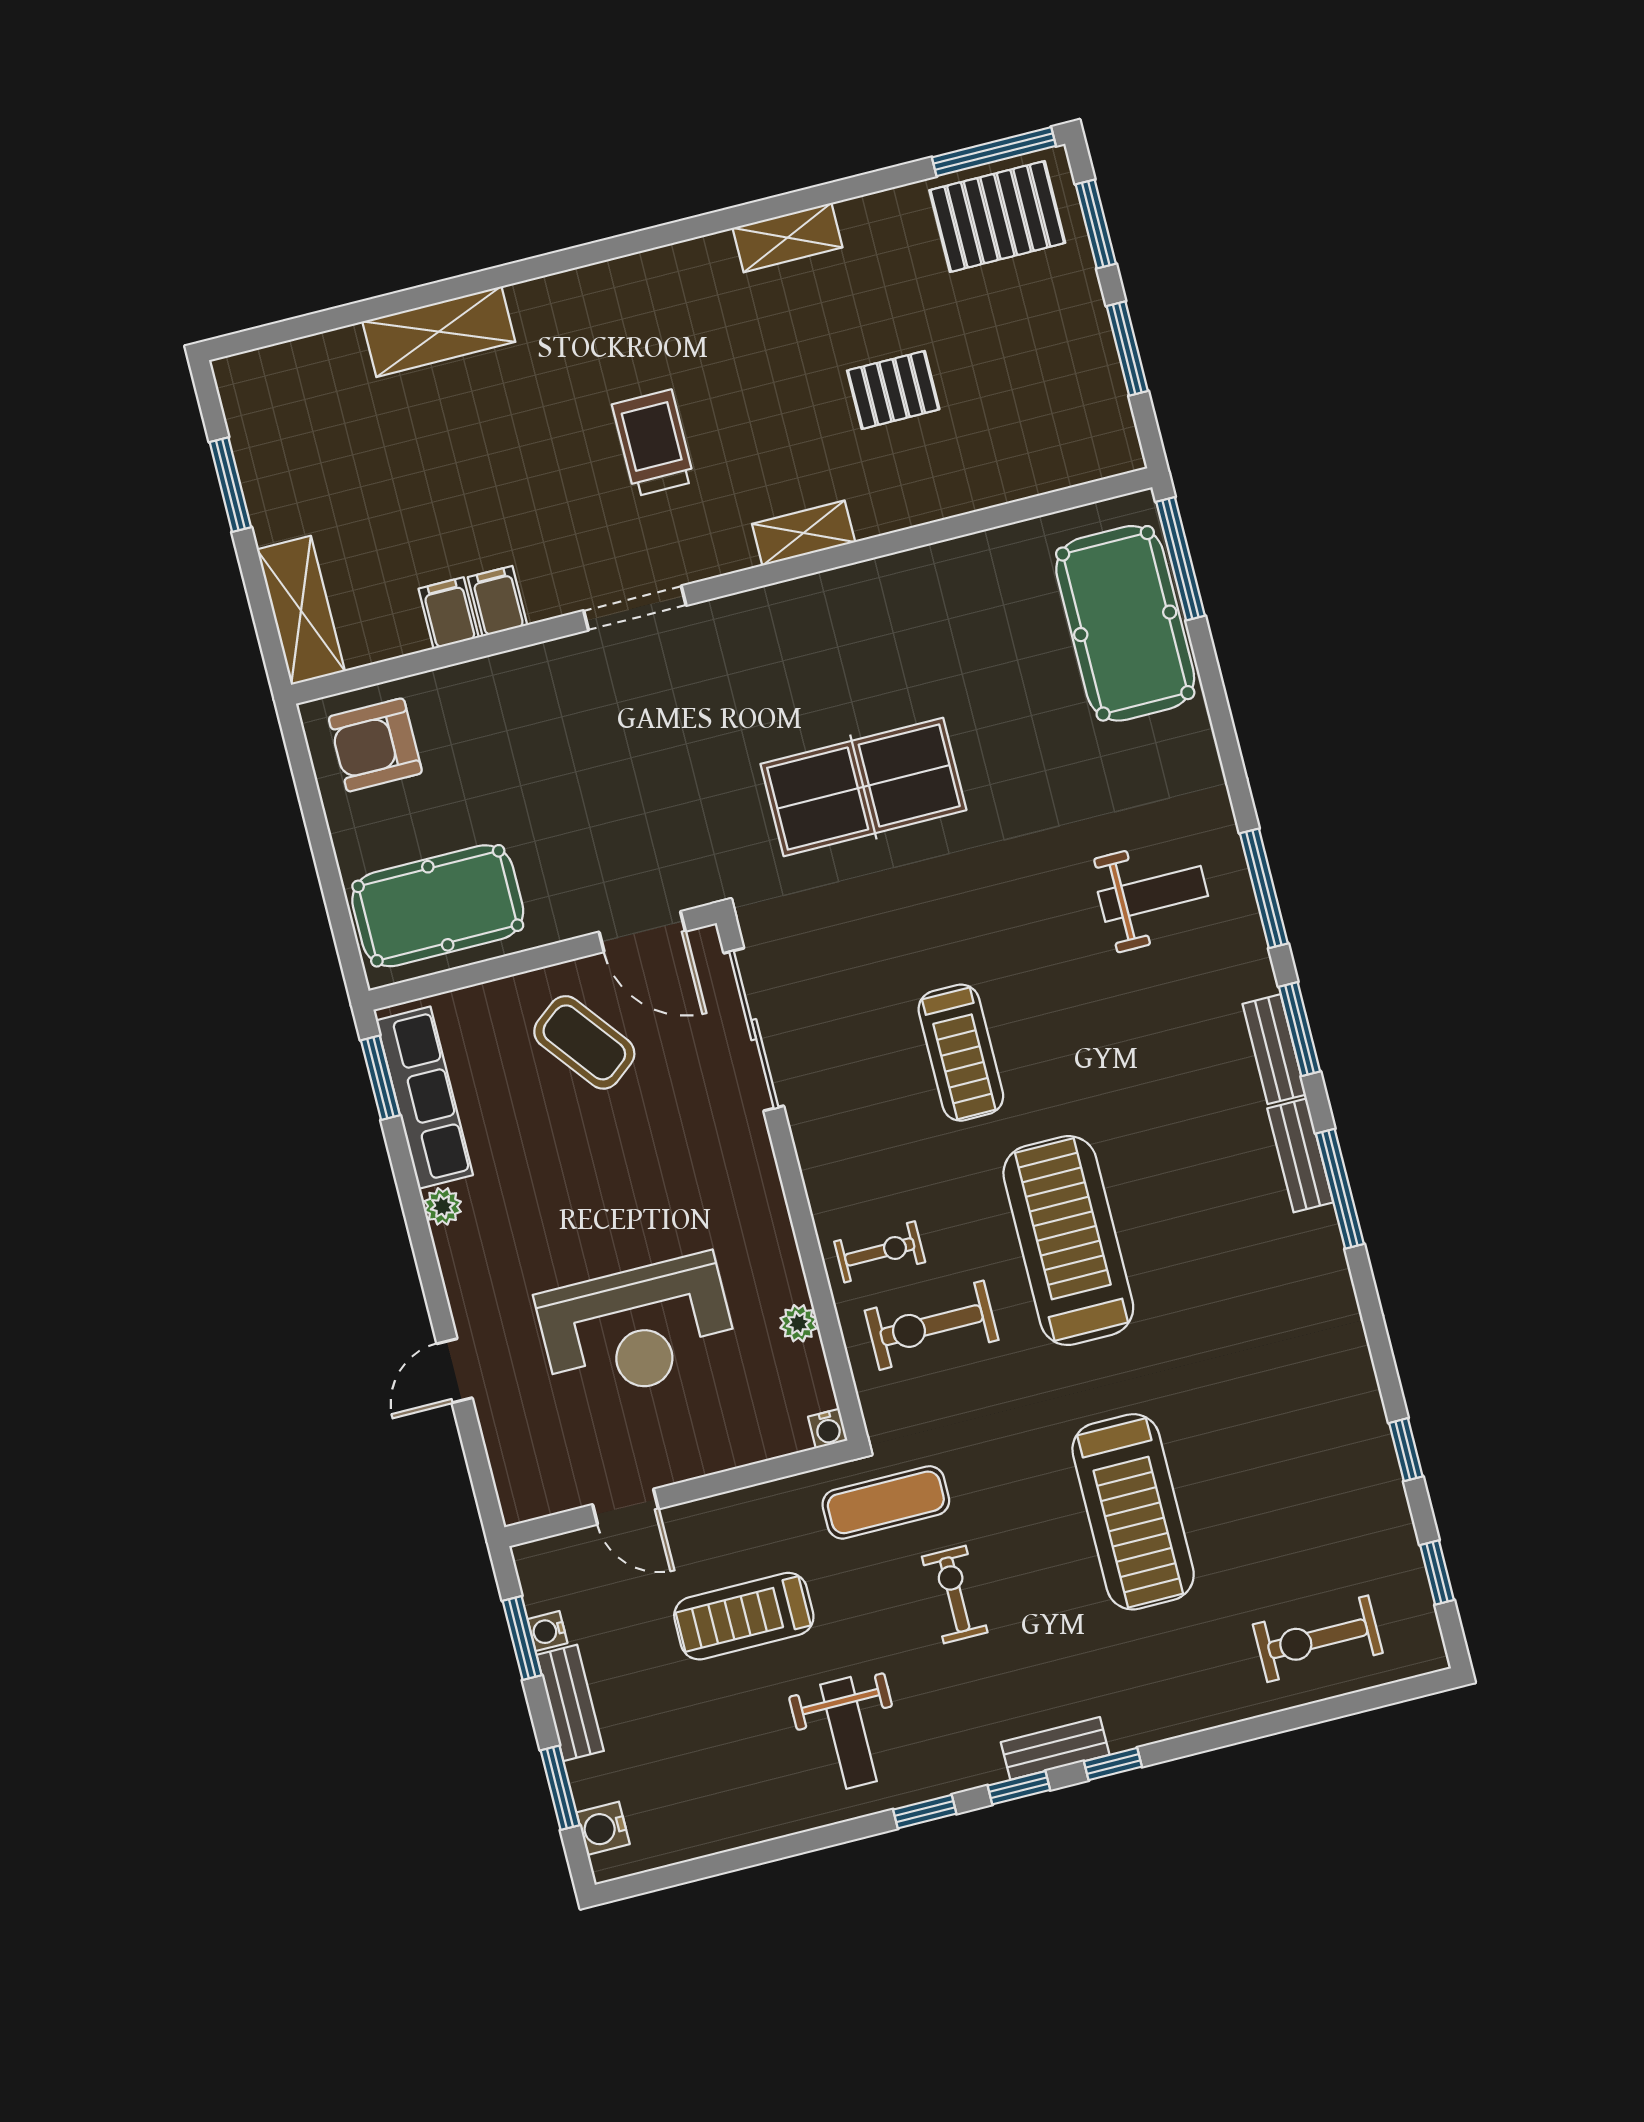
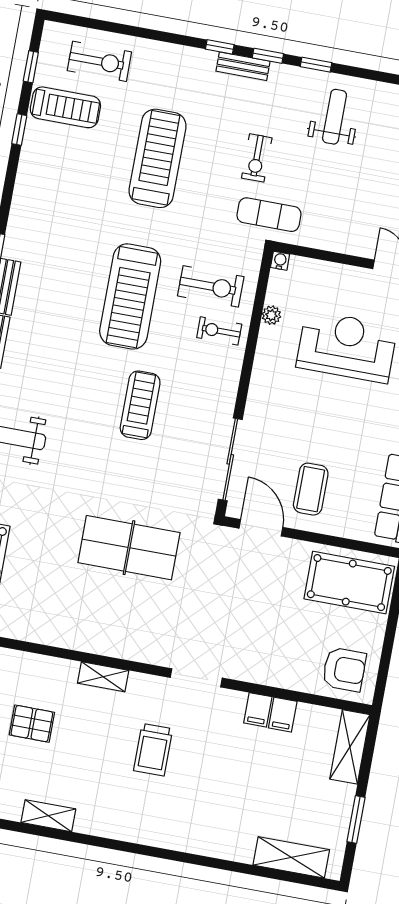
shelving: (439, 332) -> (291, 857), moved
coffee table: (584, 1042) -> (311, 489), turned 38
treadmill: (744, 1616) -> (65, 107), moved

